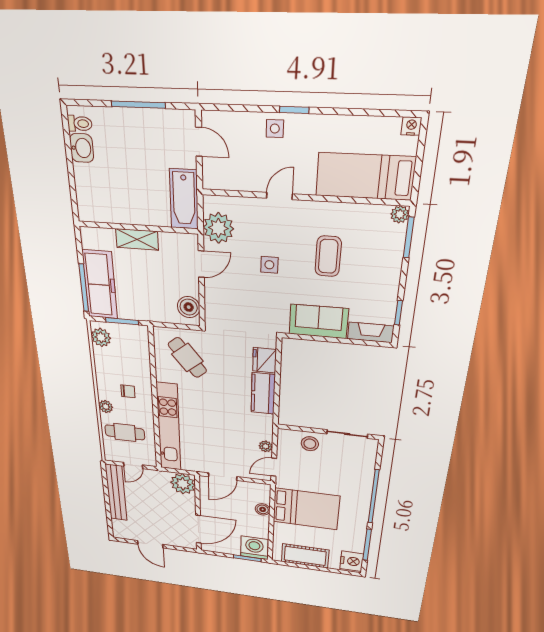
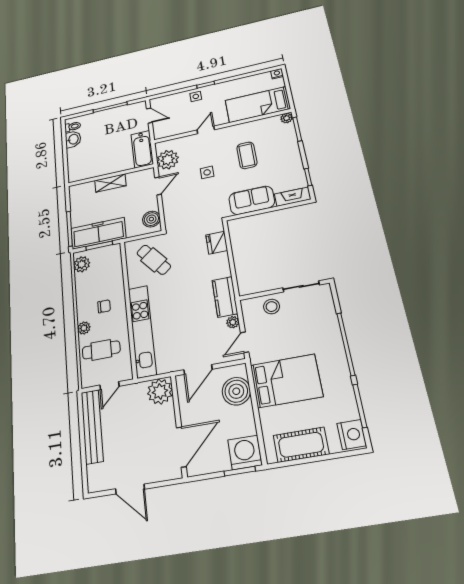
freezer: (100, 285) -> (98, 233), moved, turned -90
kitchen counter: (263, 393) -> (225, 297), moved
boiler: (263, 509) -> (236, 391), width x1.86, depth x1.86

